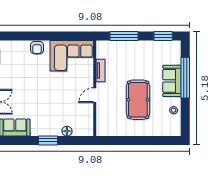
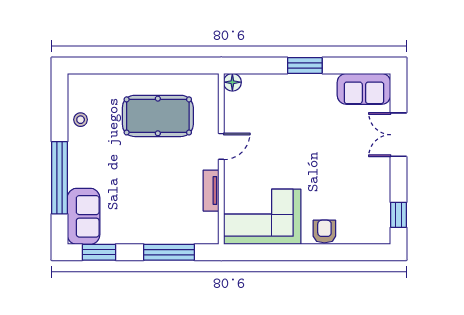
sofa: (172, 81) -> (84, 216), moved
pool table: (138, 100) -> (158, 116), moved, turned 90
floor lamp: (67, 131) -> (232, 82), moved

